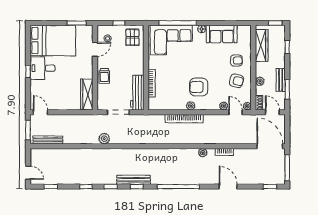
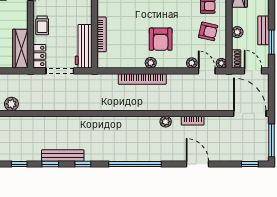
armchair: (199, 87) -> (161, 39), turned -90
locker: (102, 100) -> (39, 56), added
plant: (104, 139) -> (11, 104), moved
bench: (134, 180) -> (63, 156), moved

